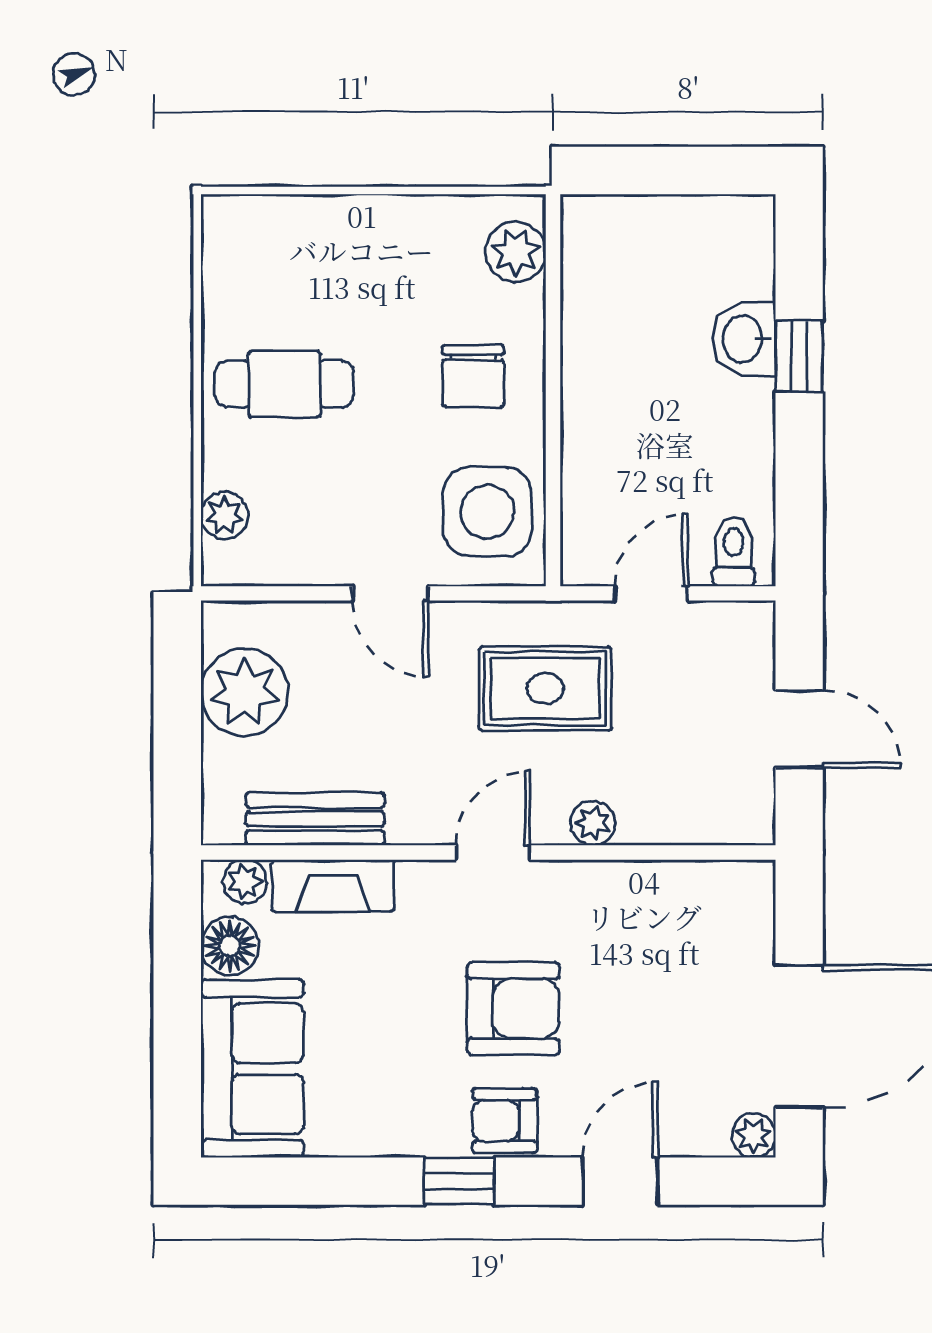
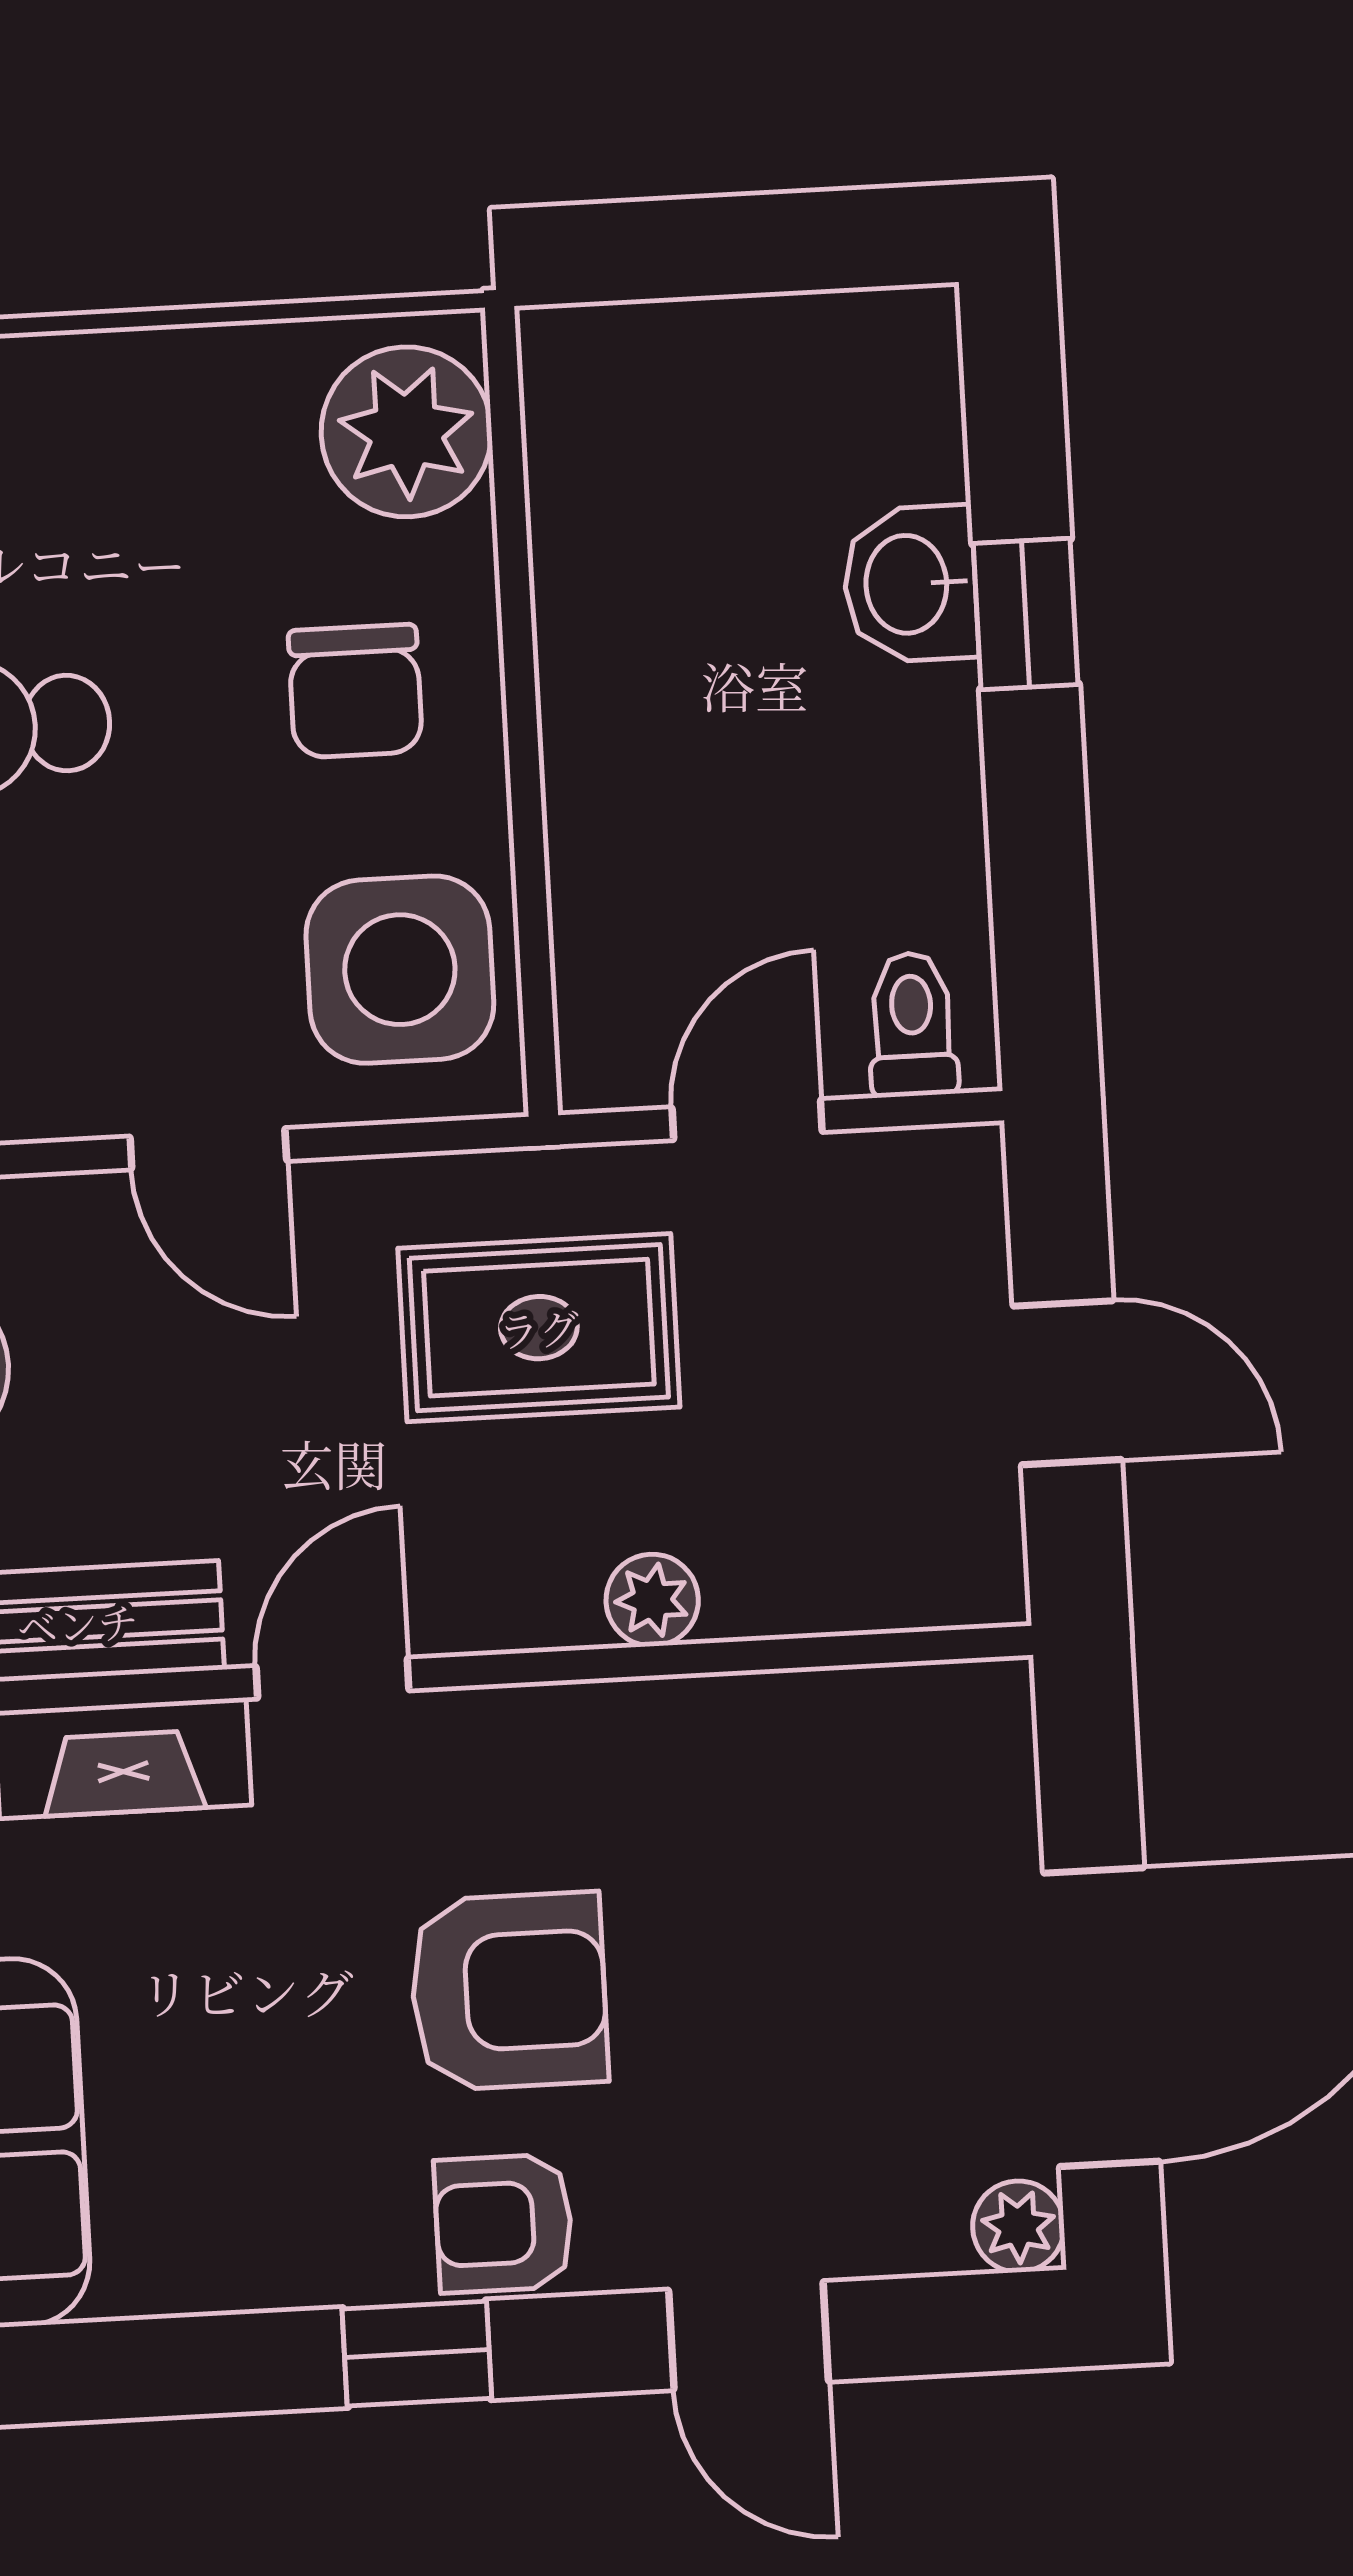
plant: (516, 252) -> (406, 432), width x1.36, depth x1.36
door: (493, 853) -> (333, 1678), moved
door: (620, 1181) -> (749, 2336), swing flipped

